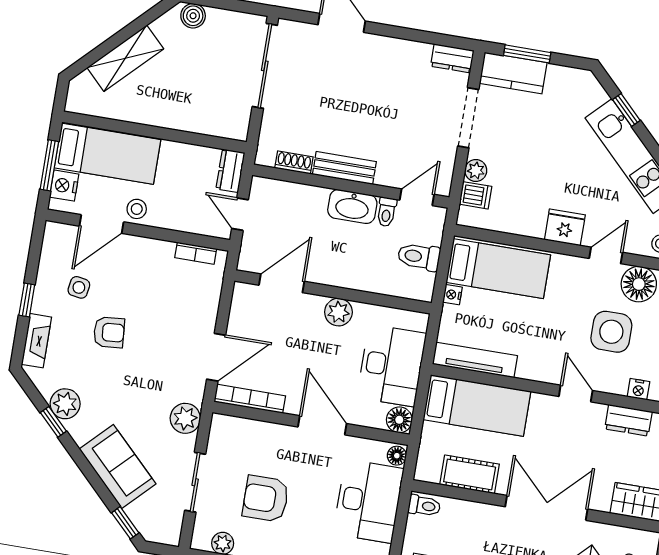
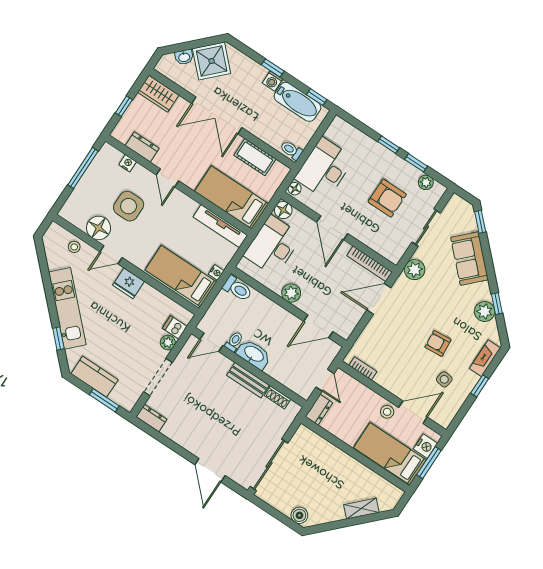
shelving: (125, 58) -> (361, 509), width x0.67, depth x0.75
kitchen counter: (513, 73) -> (95, 377), moved
toilet: (419, 257) -> (237, 289), moved

